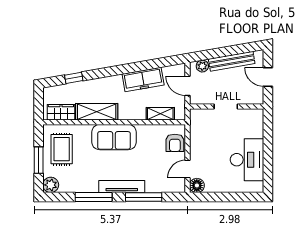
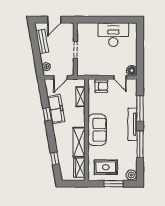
bench: (232, 61) -> (42, 41), width x0.73
window: (136, 67) -> (47, 114), added

